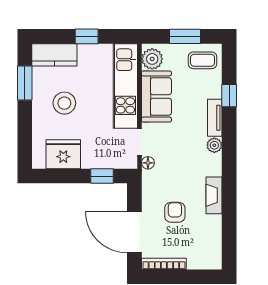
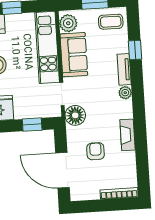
floor lamp: (148, 163) -> (75, 115), width x1.89, depth x1.89
bookcase: (164, 264) -> (119, 193), moved

